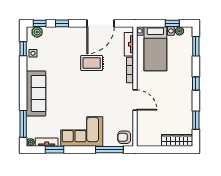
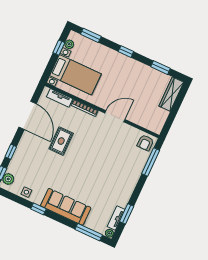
window: (23, 49) -> (38, 209), moved
corner sofa: (82, 131) -> (121, 180), removed

